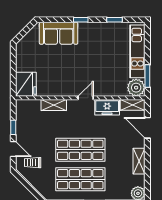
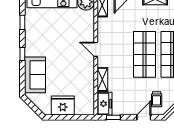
fridge: (26, 84) -> (63, 105), moved
freezer: (107, 107) -> (104, 104), moved
window: (13, 127) -> (113, 117), moved

